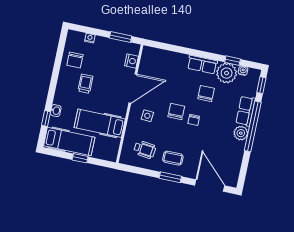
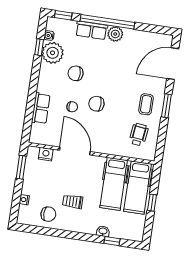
row of seats: (202, 65) -> (41, 108), moved
side table: (147, 116) -> (103, 134), removed
chair: (194, 120) -> (72, 107), moved
hospital bed: (69, 142) -> (138, 188), moved, turned 180

